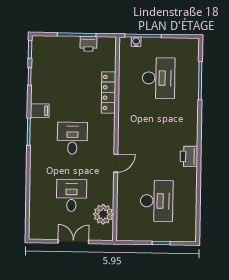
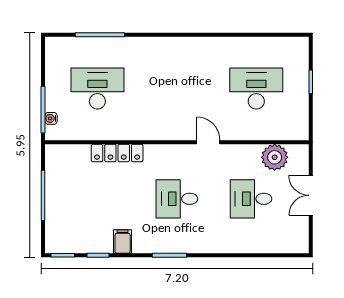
printer: (89, 44) -> (55, 180), removed
filing cabinet: (40, 111) -> (123, 242), moved
printer: (189, 156) -> (198, 48), removed

